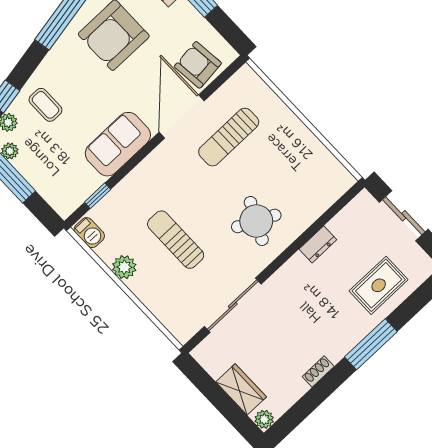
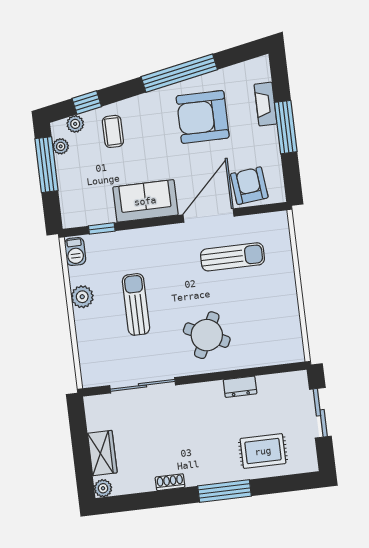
sun lounger: (229, 137) -> (233, 257), turned 180

